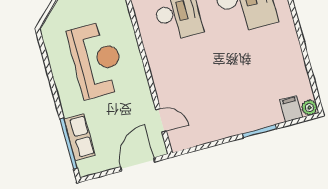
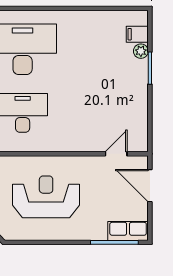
plant: (309, 108) -> (141, 51), moved
row of seats: (80, 137) -> (128, 231), moved

